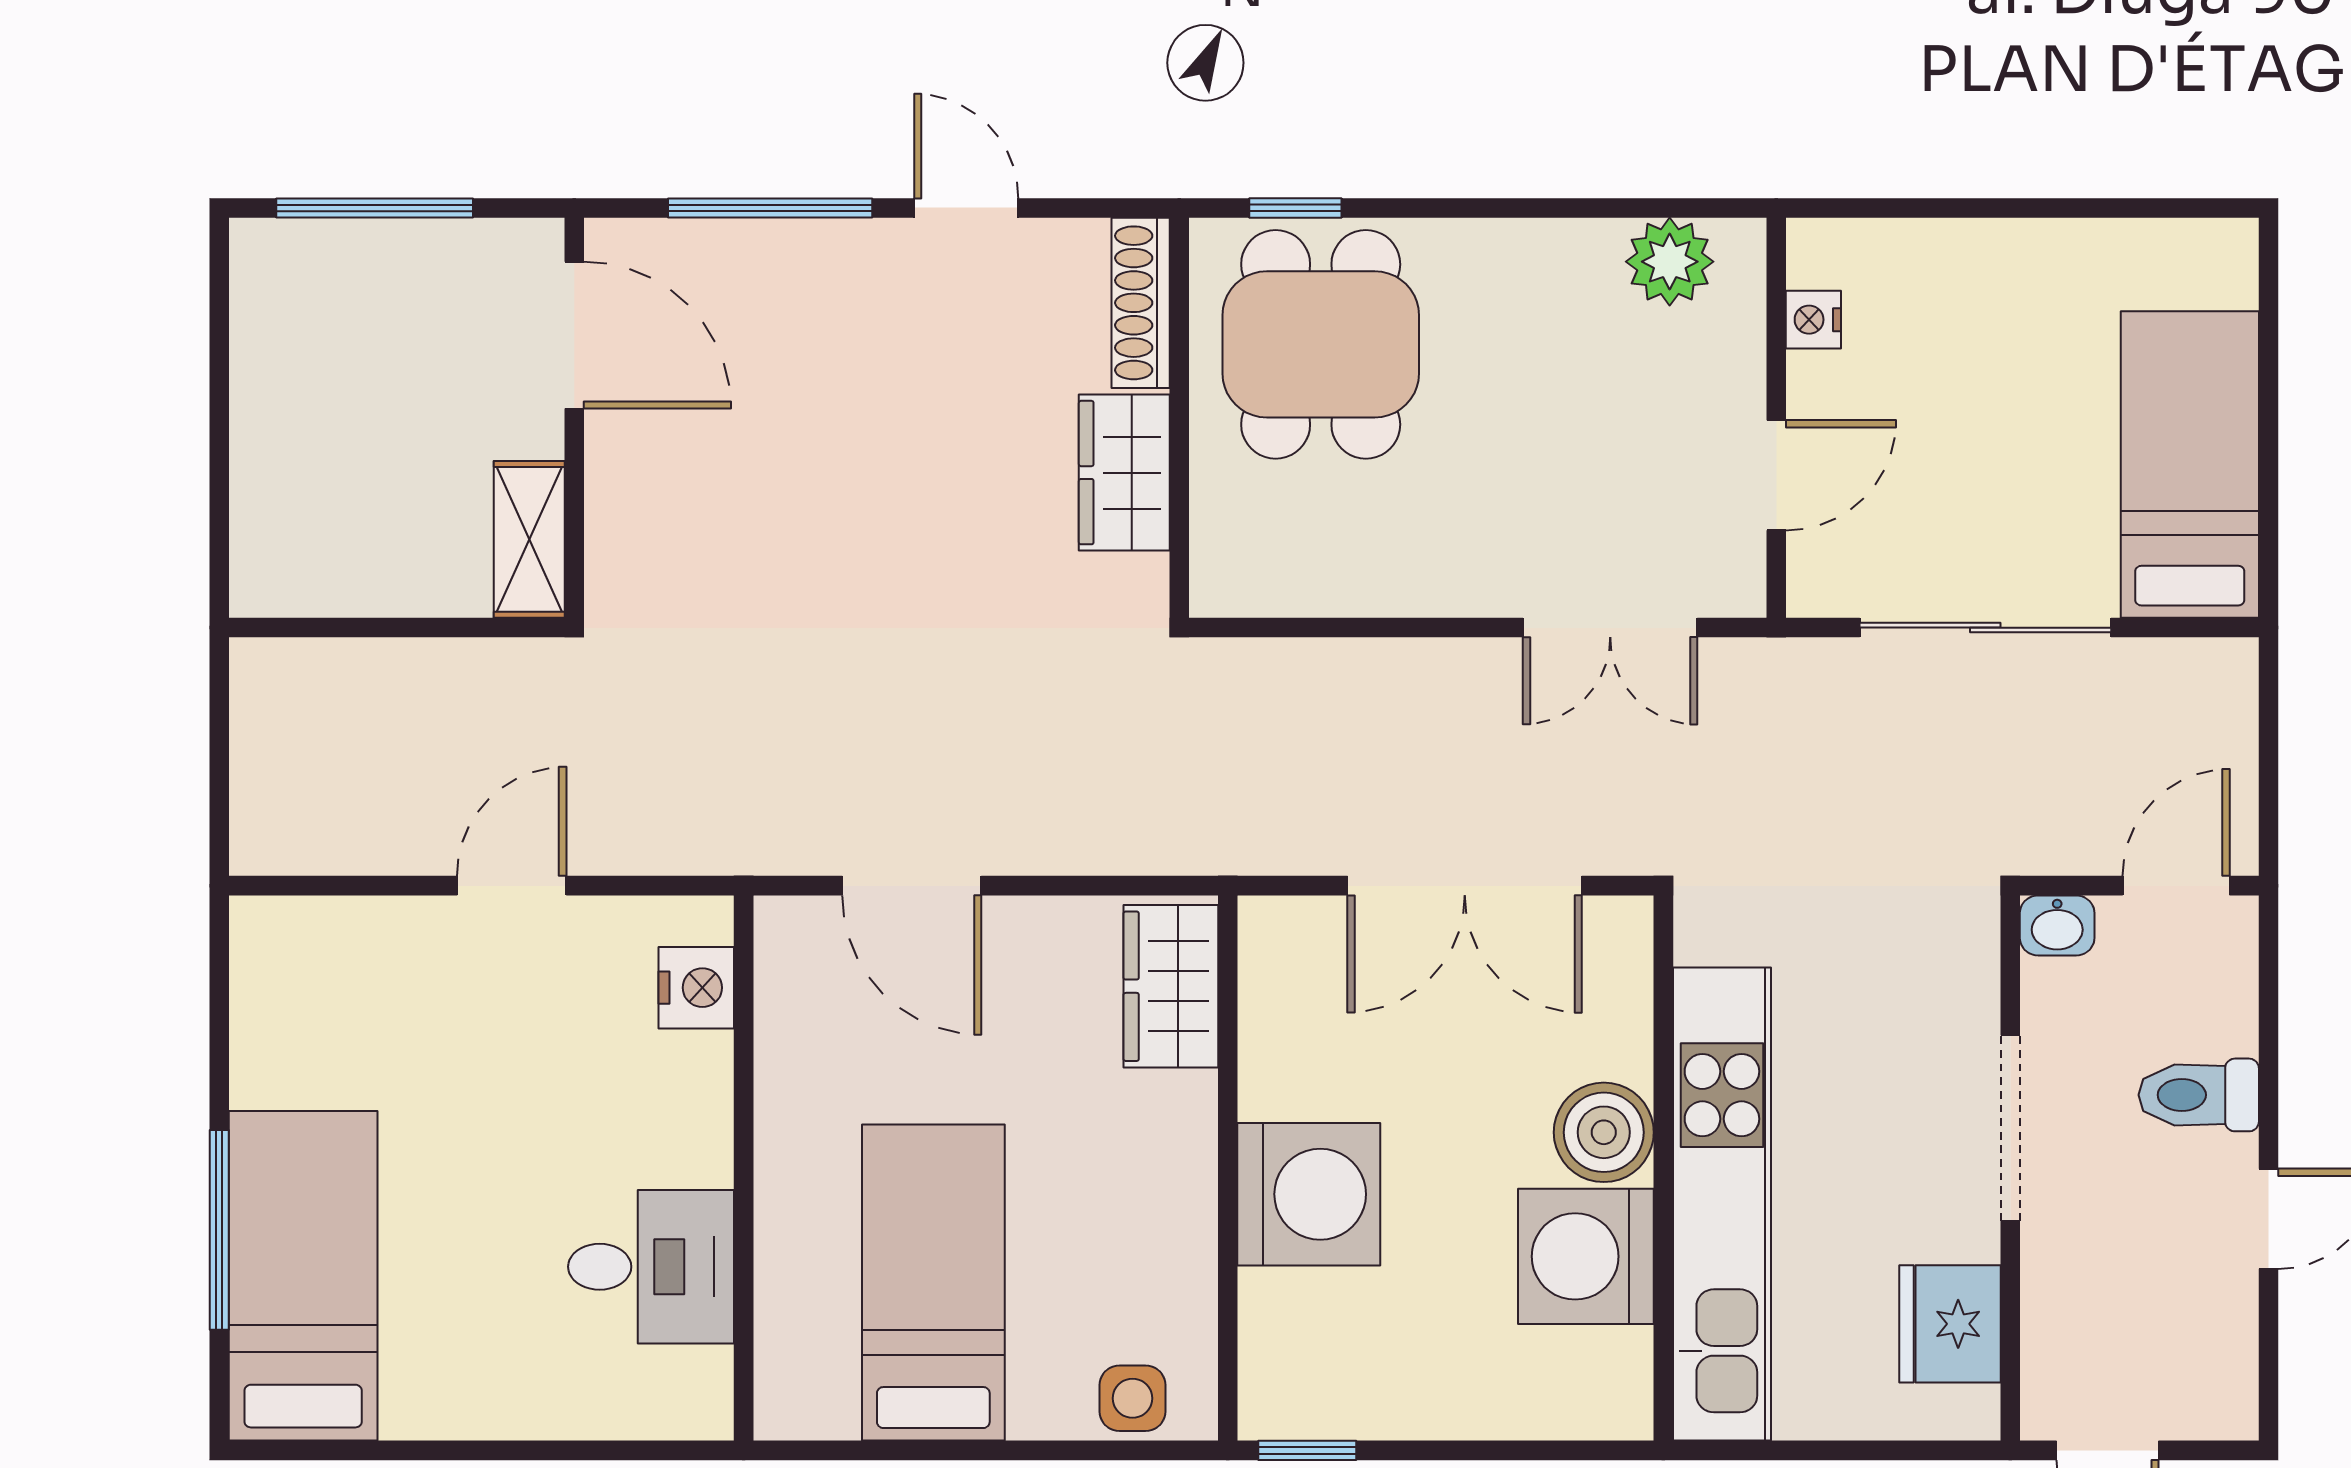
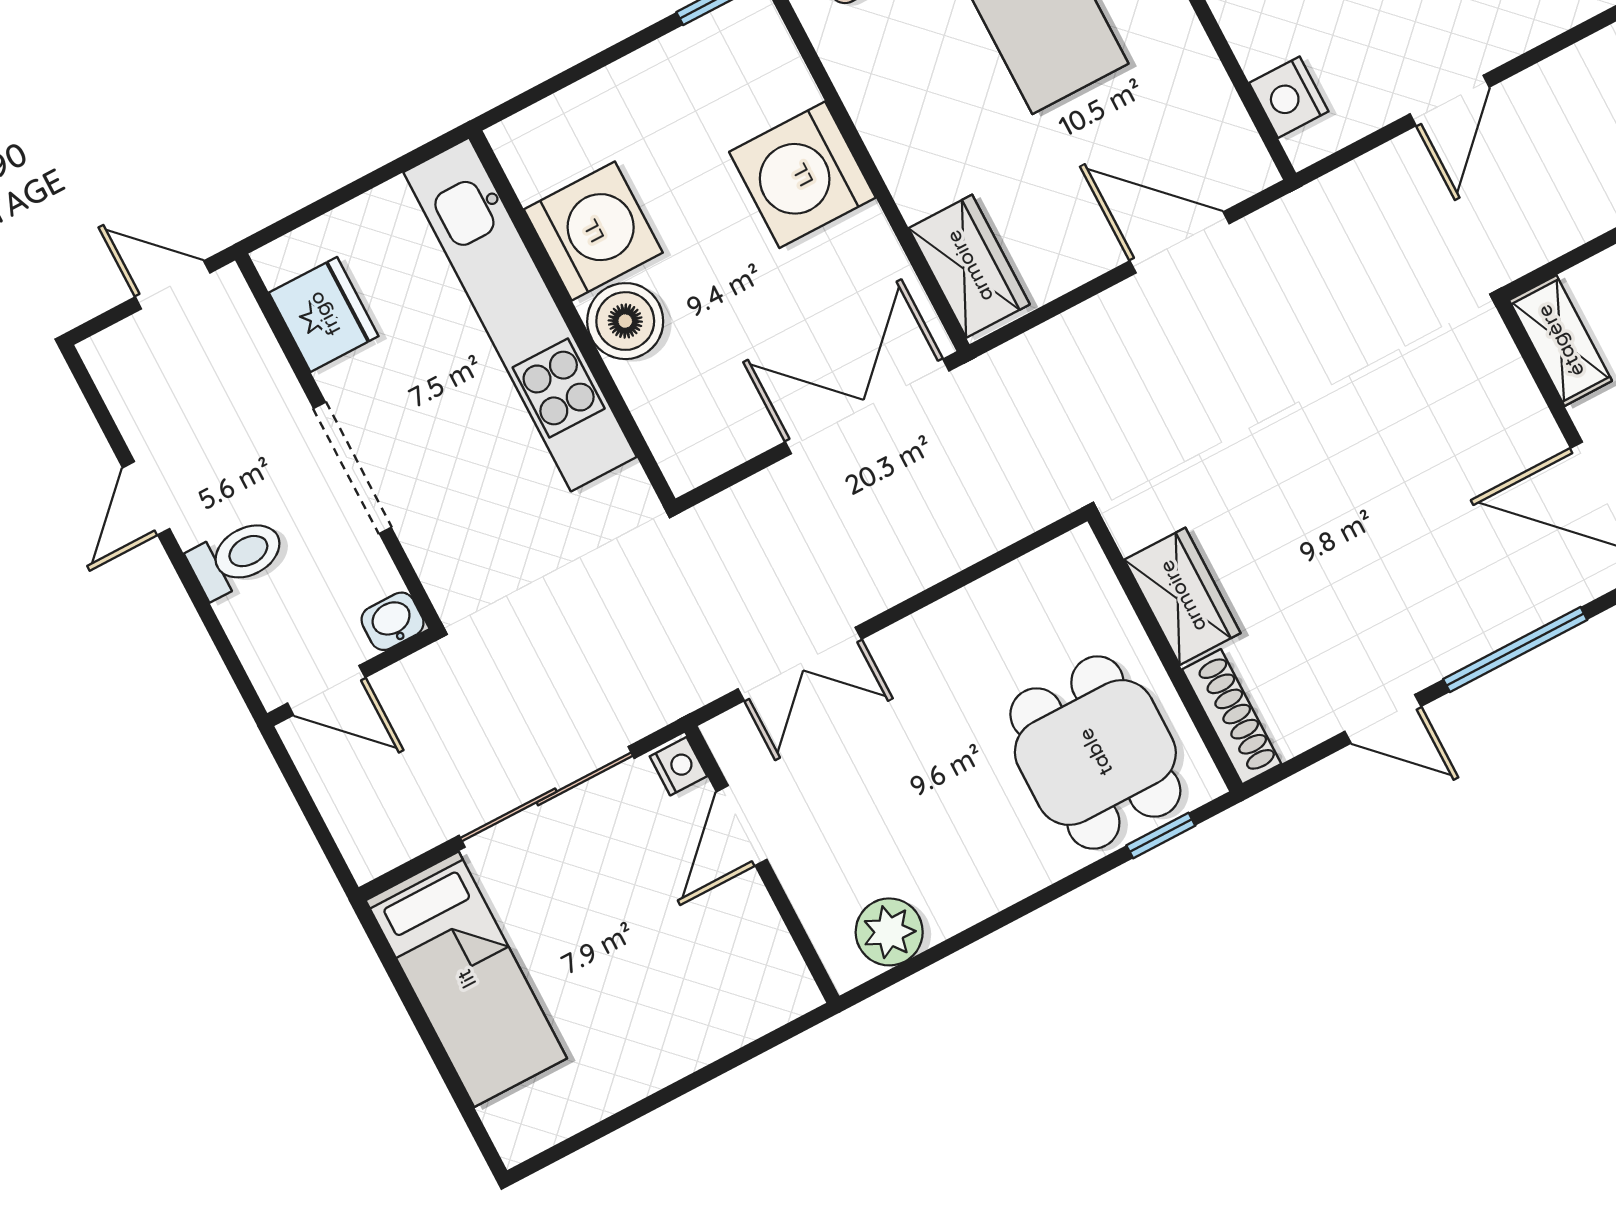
nightstand: (1813, 320) -> (678, 766), moved
double door: (1610, 628) -> (800, 664), swing flipped
double door: (1465, 886) -> (867, 406), moved
door: (2176, 886) -> (326, 690), hinge flipped

